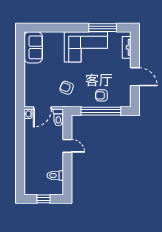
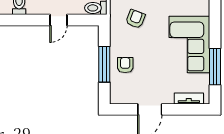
window: (101, 111) -> (104, 64), width x0.68

